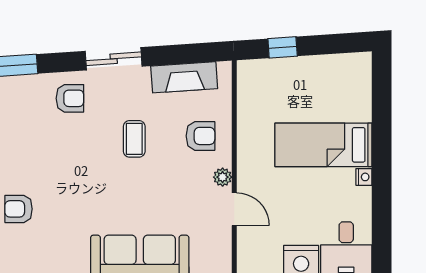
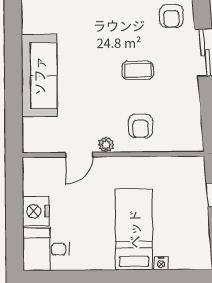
fireplace: (184, 77) -> (190, 112), removed
nightstand: (364, 177) -> (161, 263), moved

